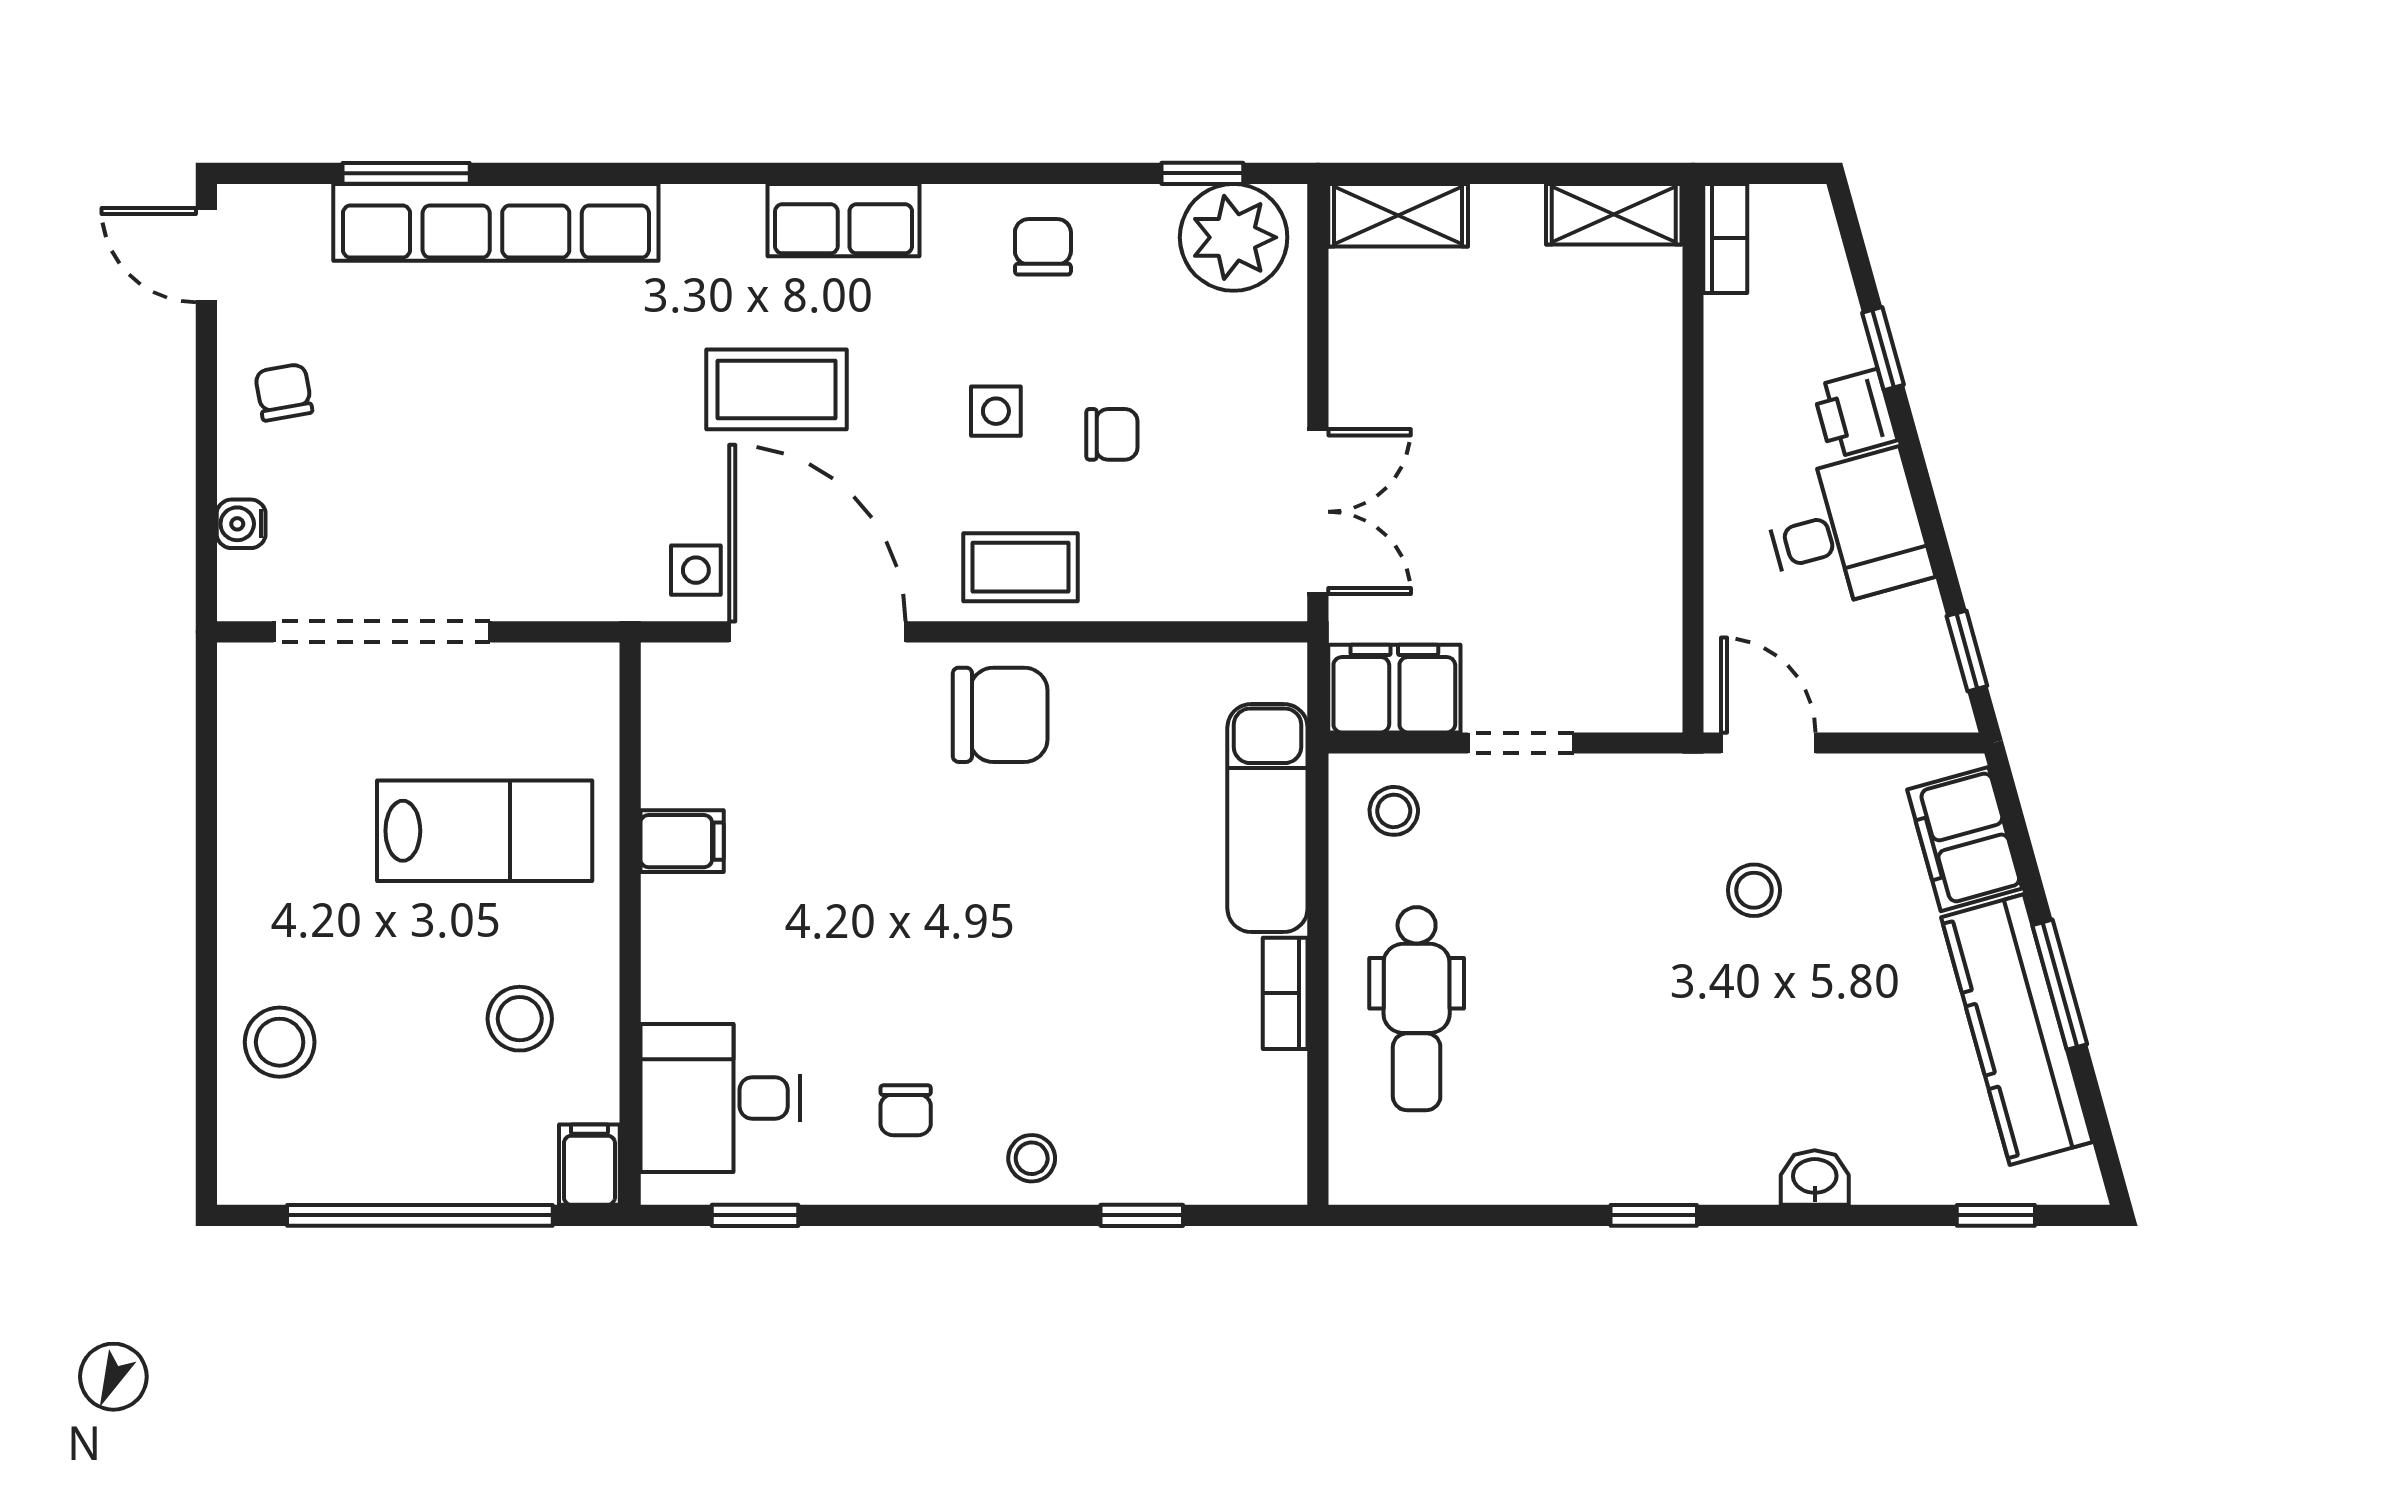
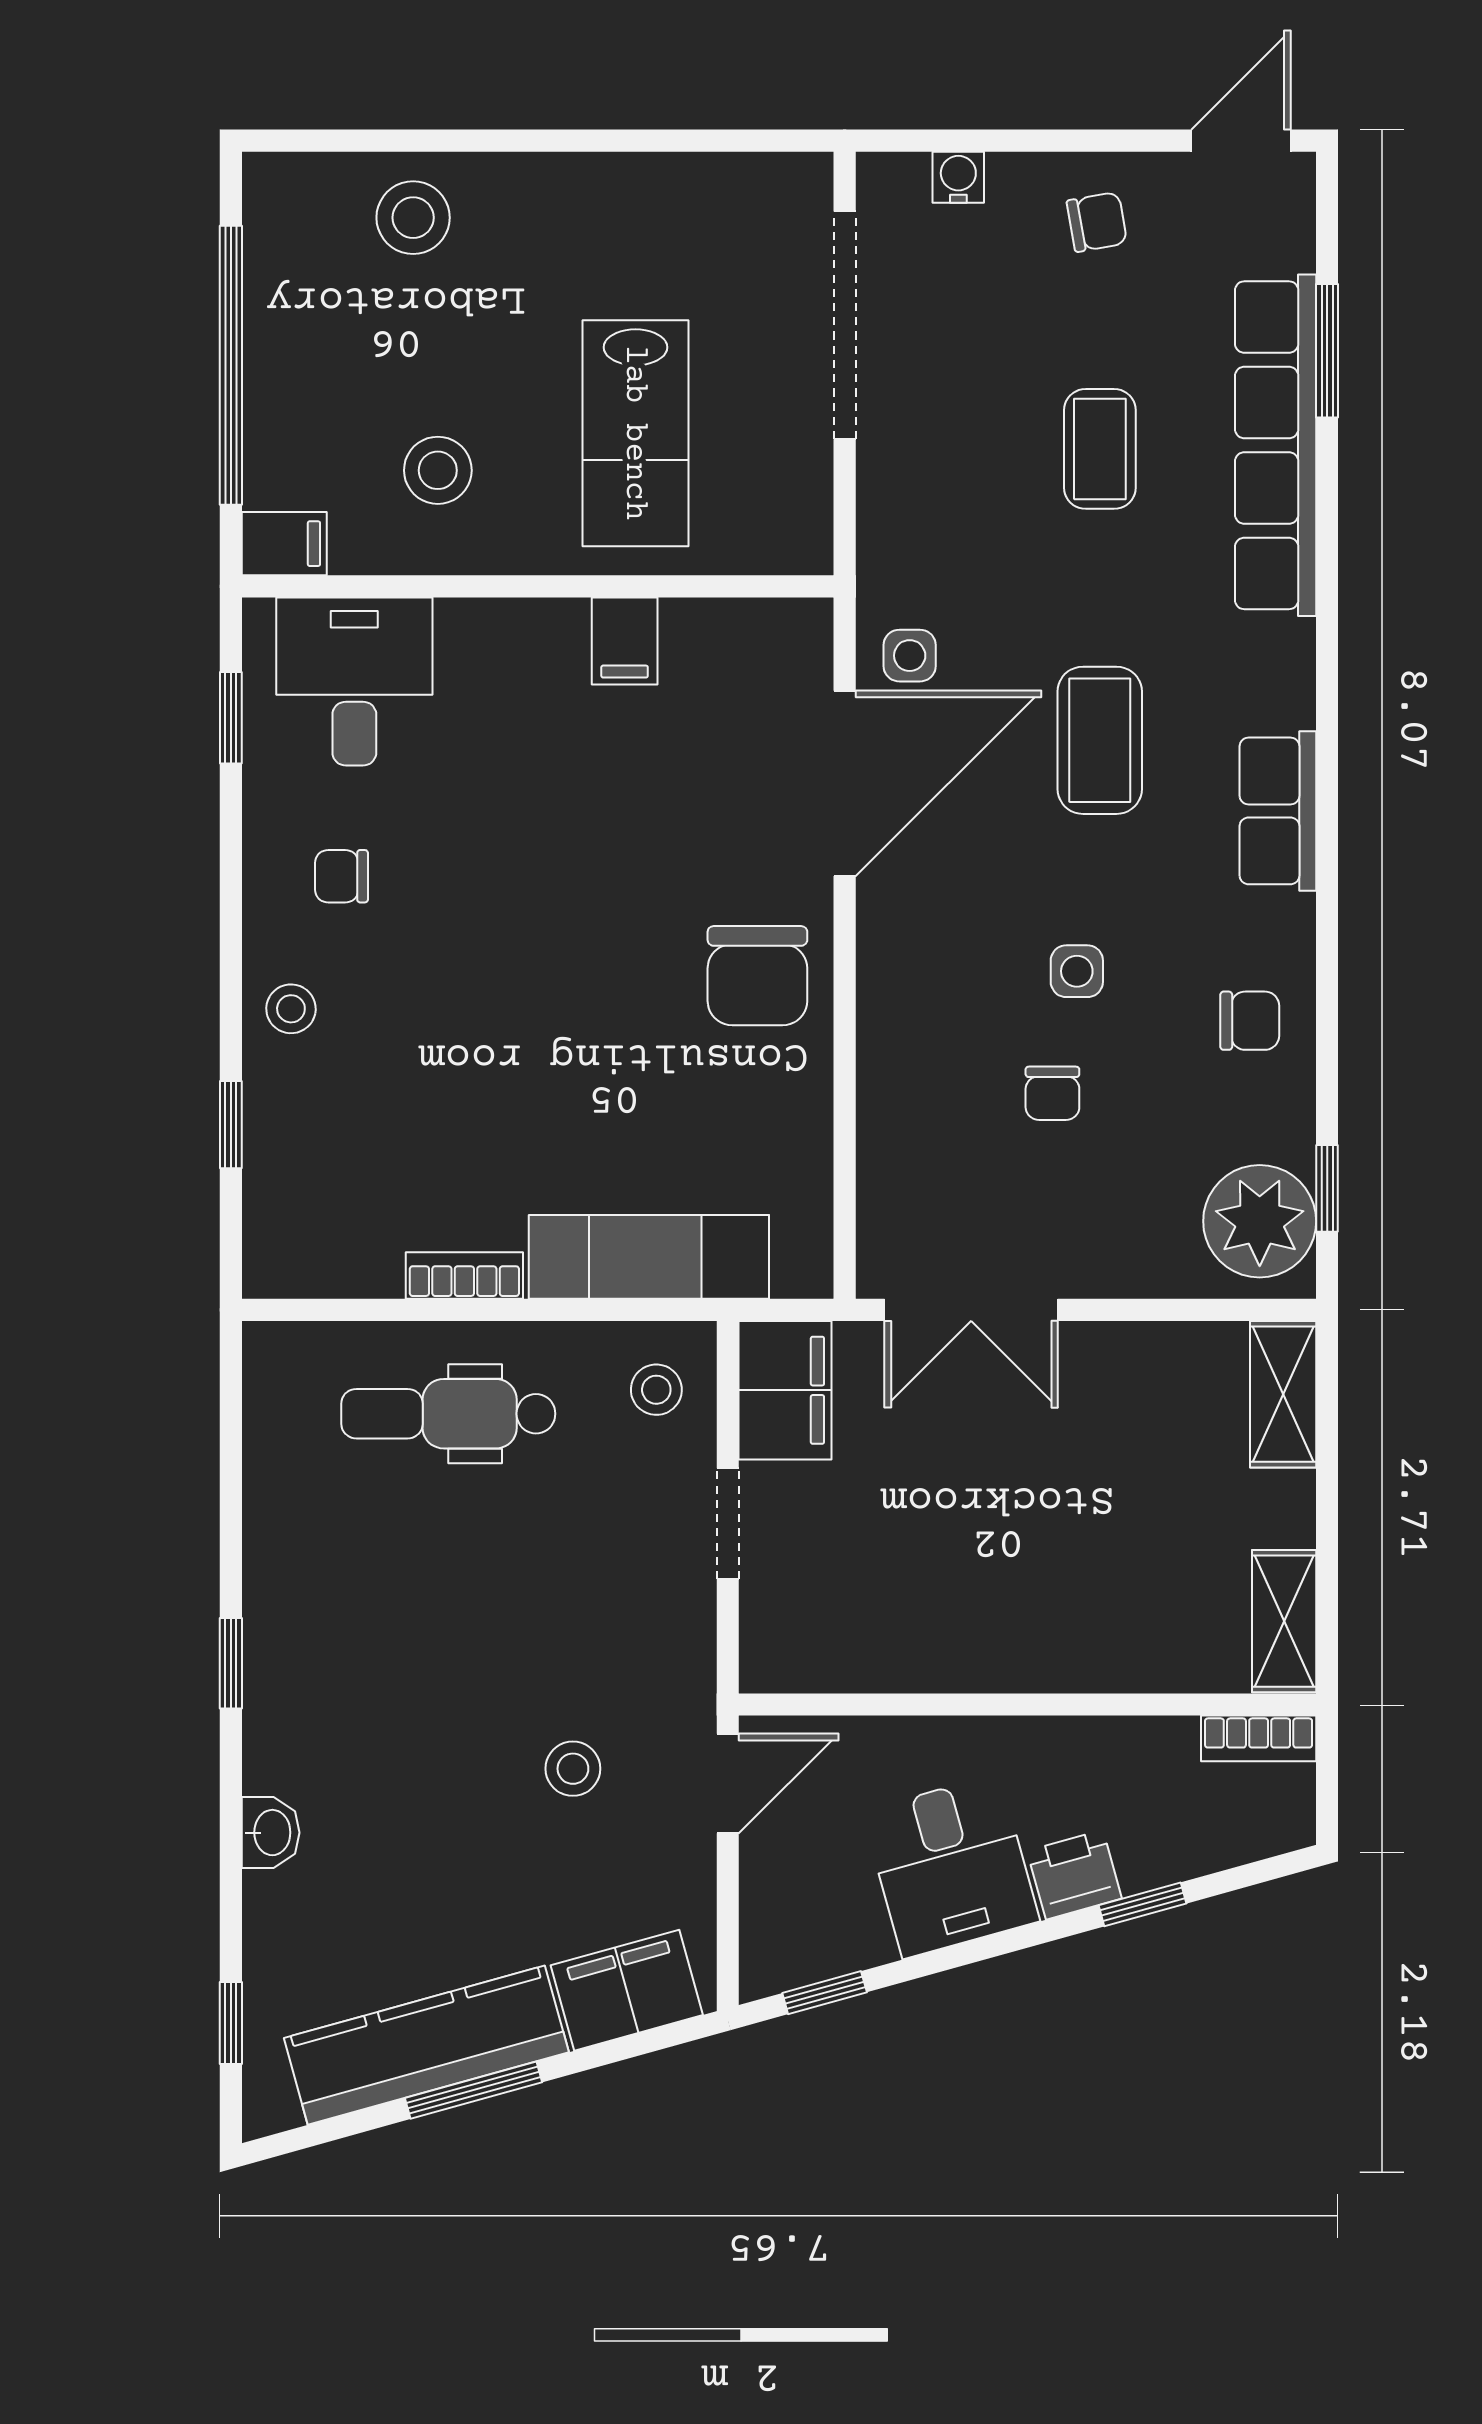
coffee table: (1020, 567) -> (1100, 449), moved

